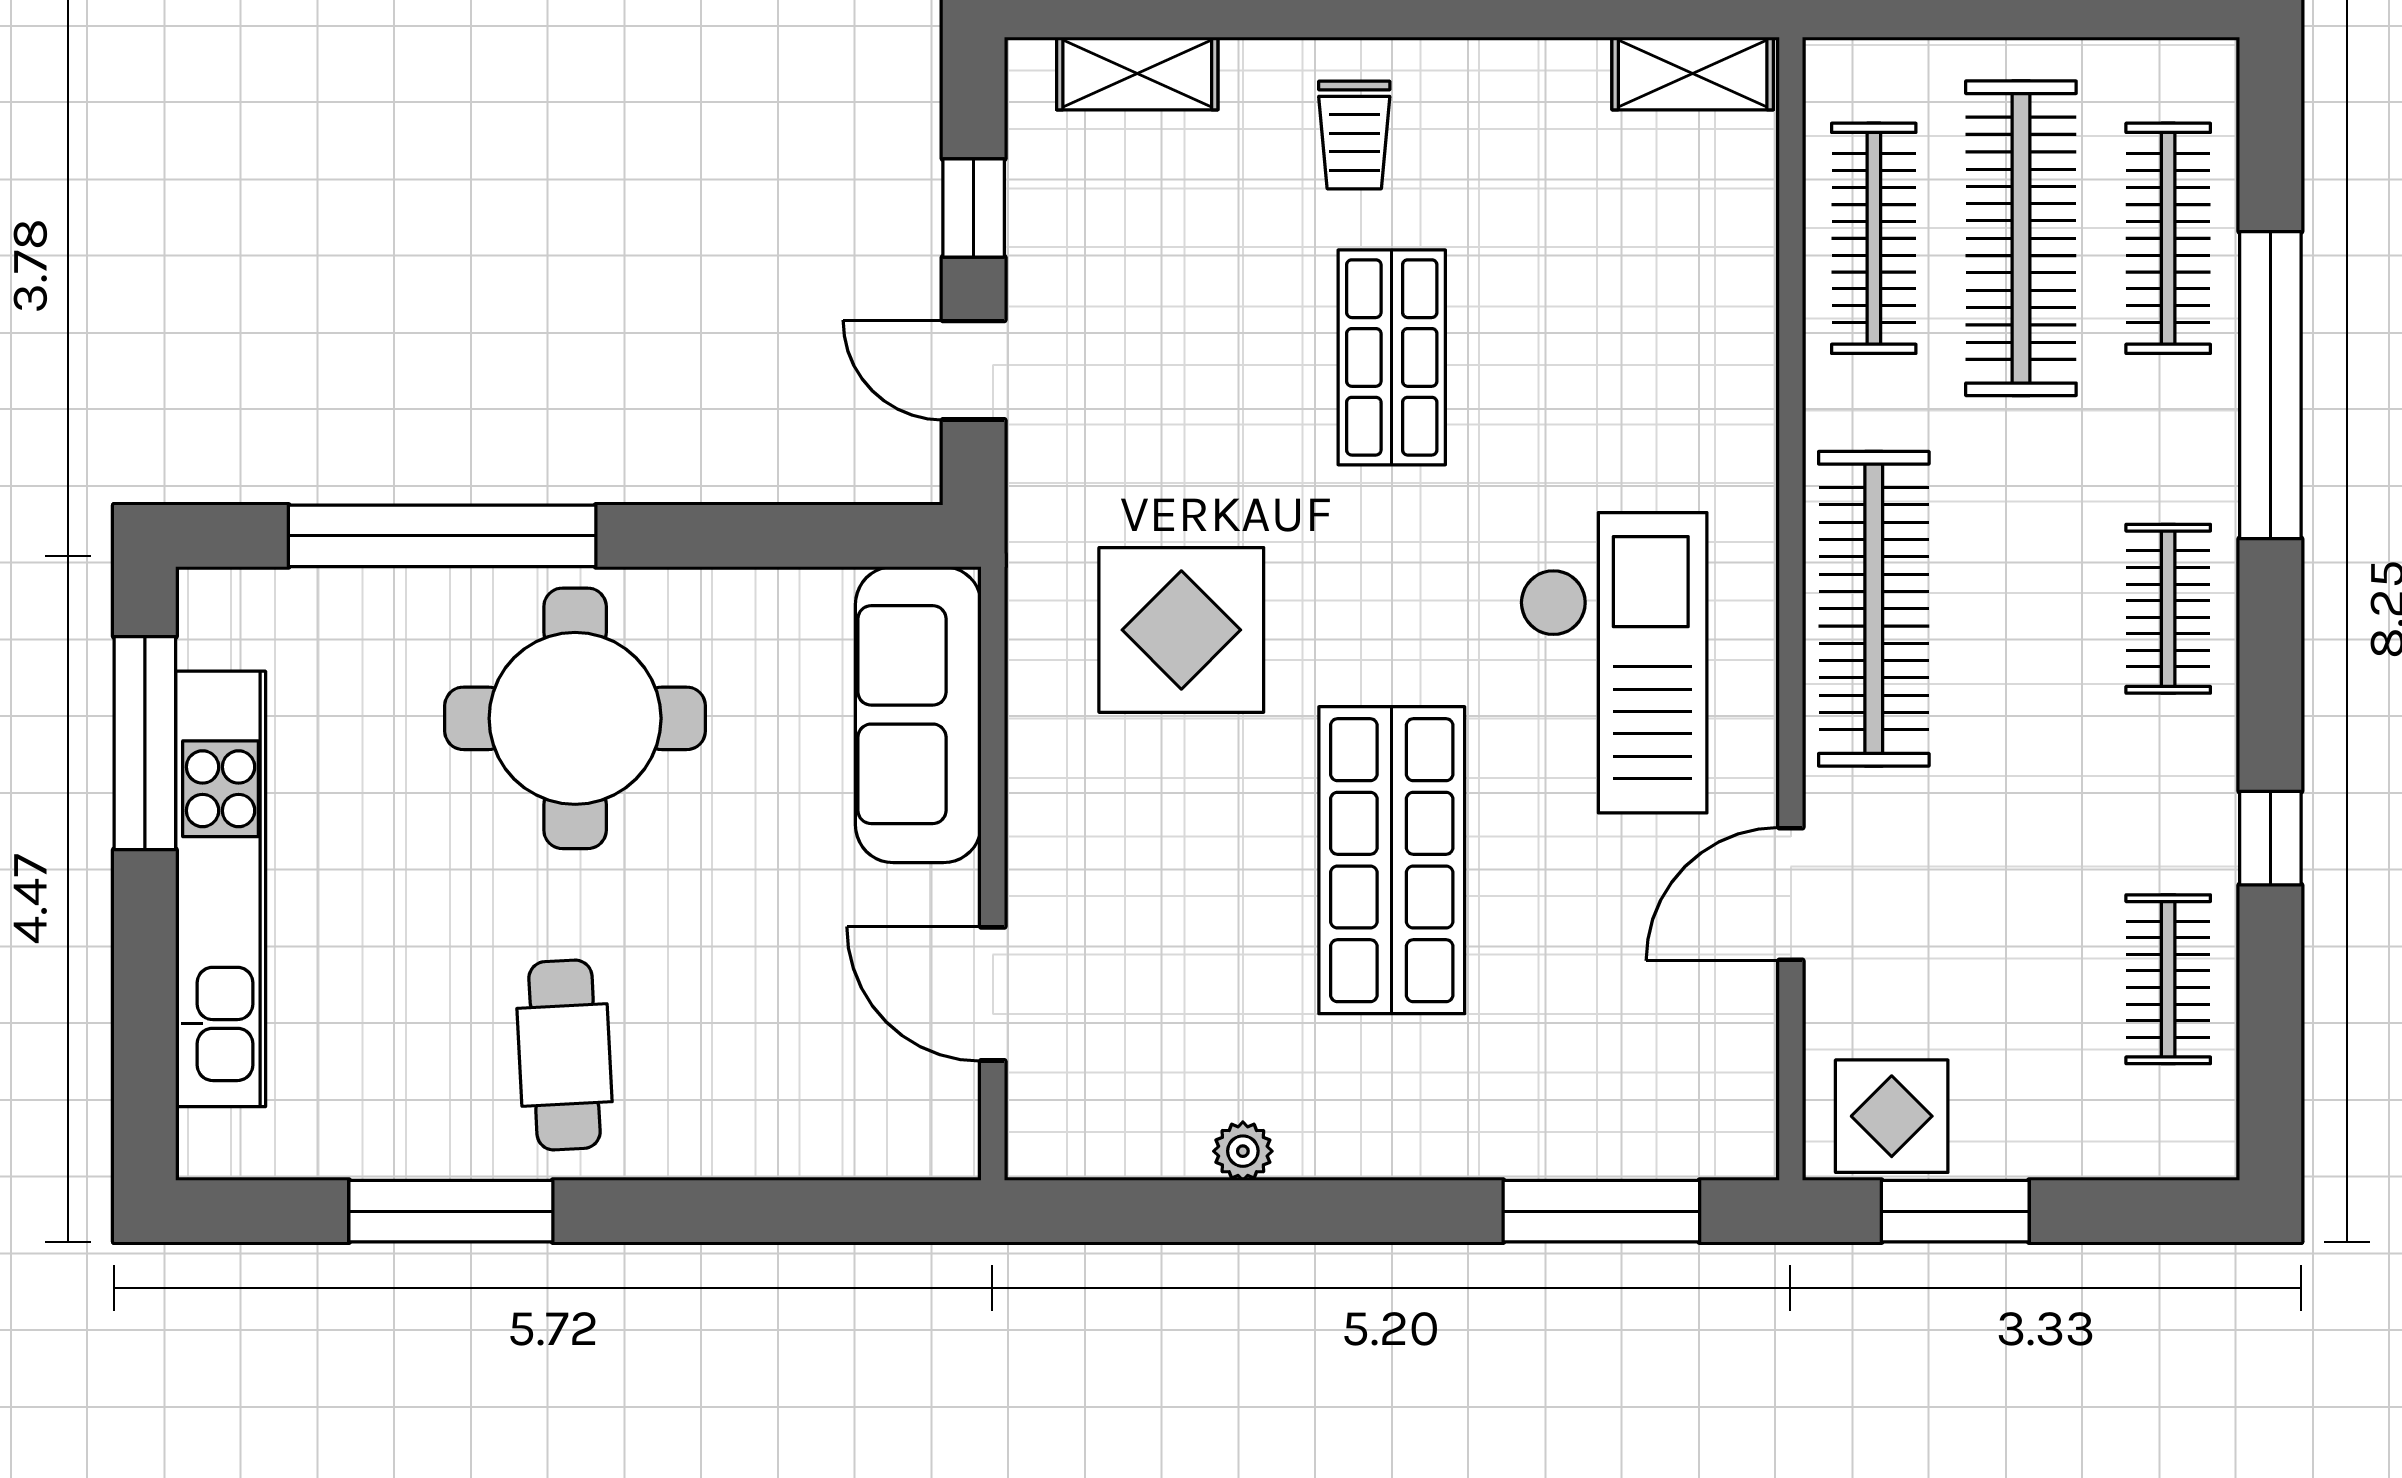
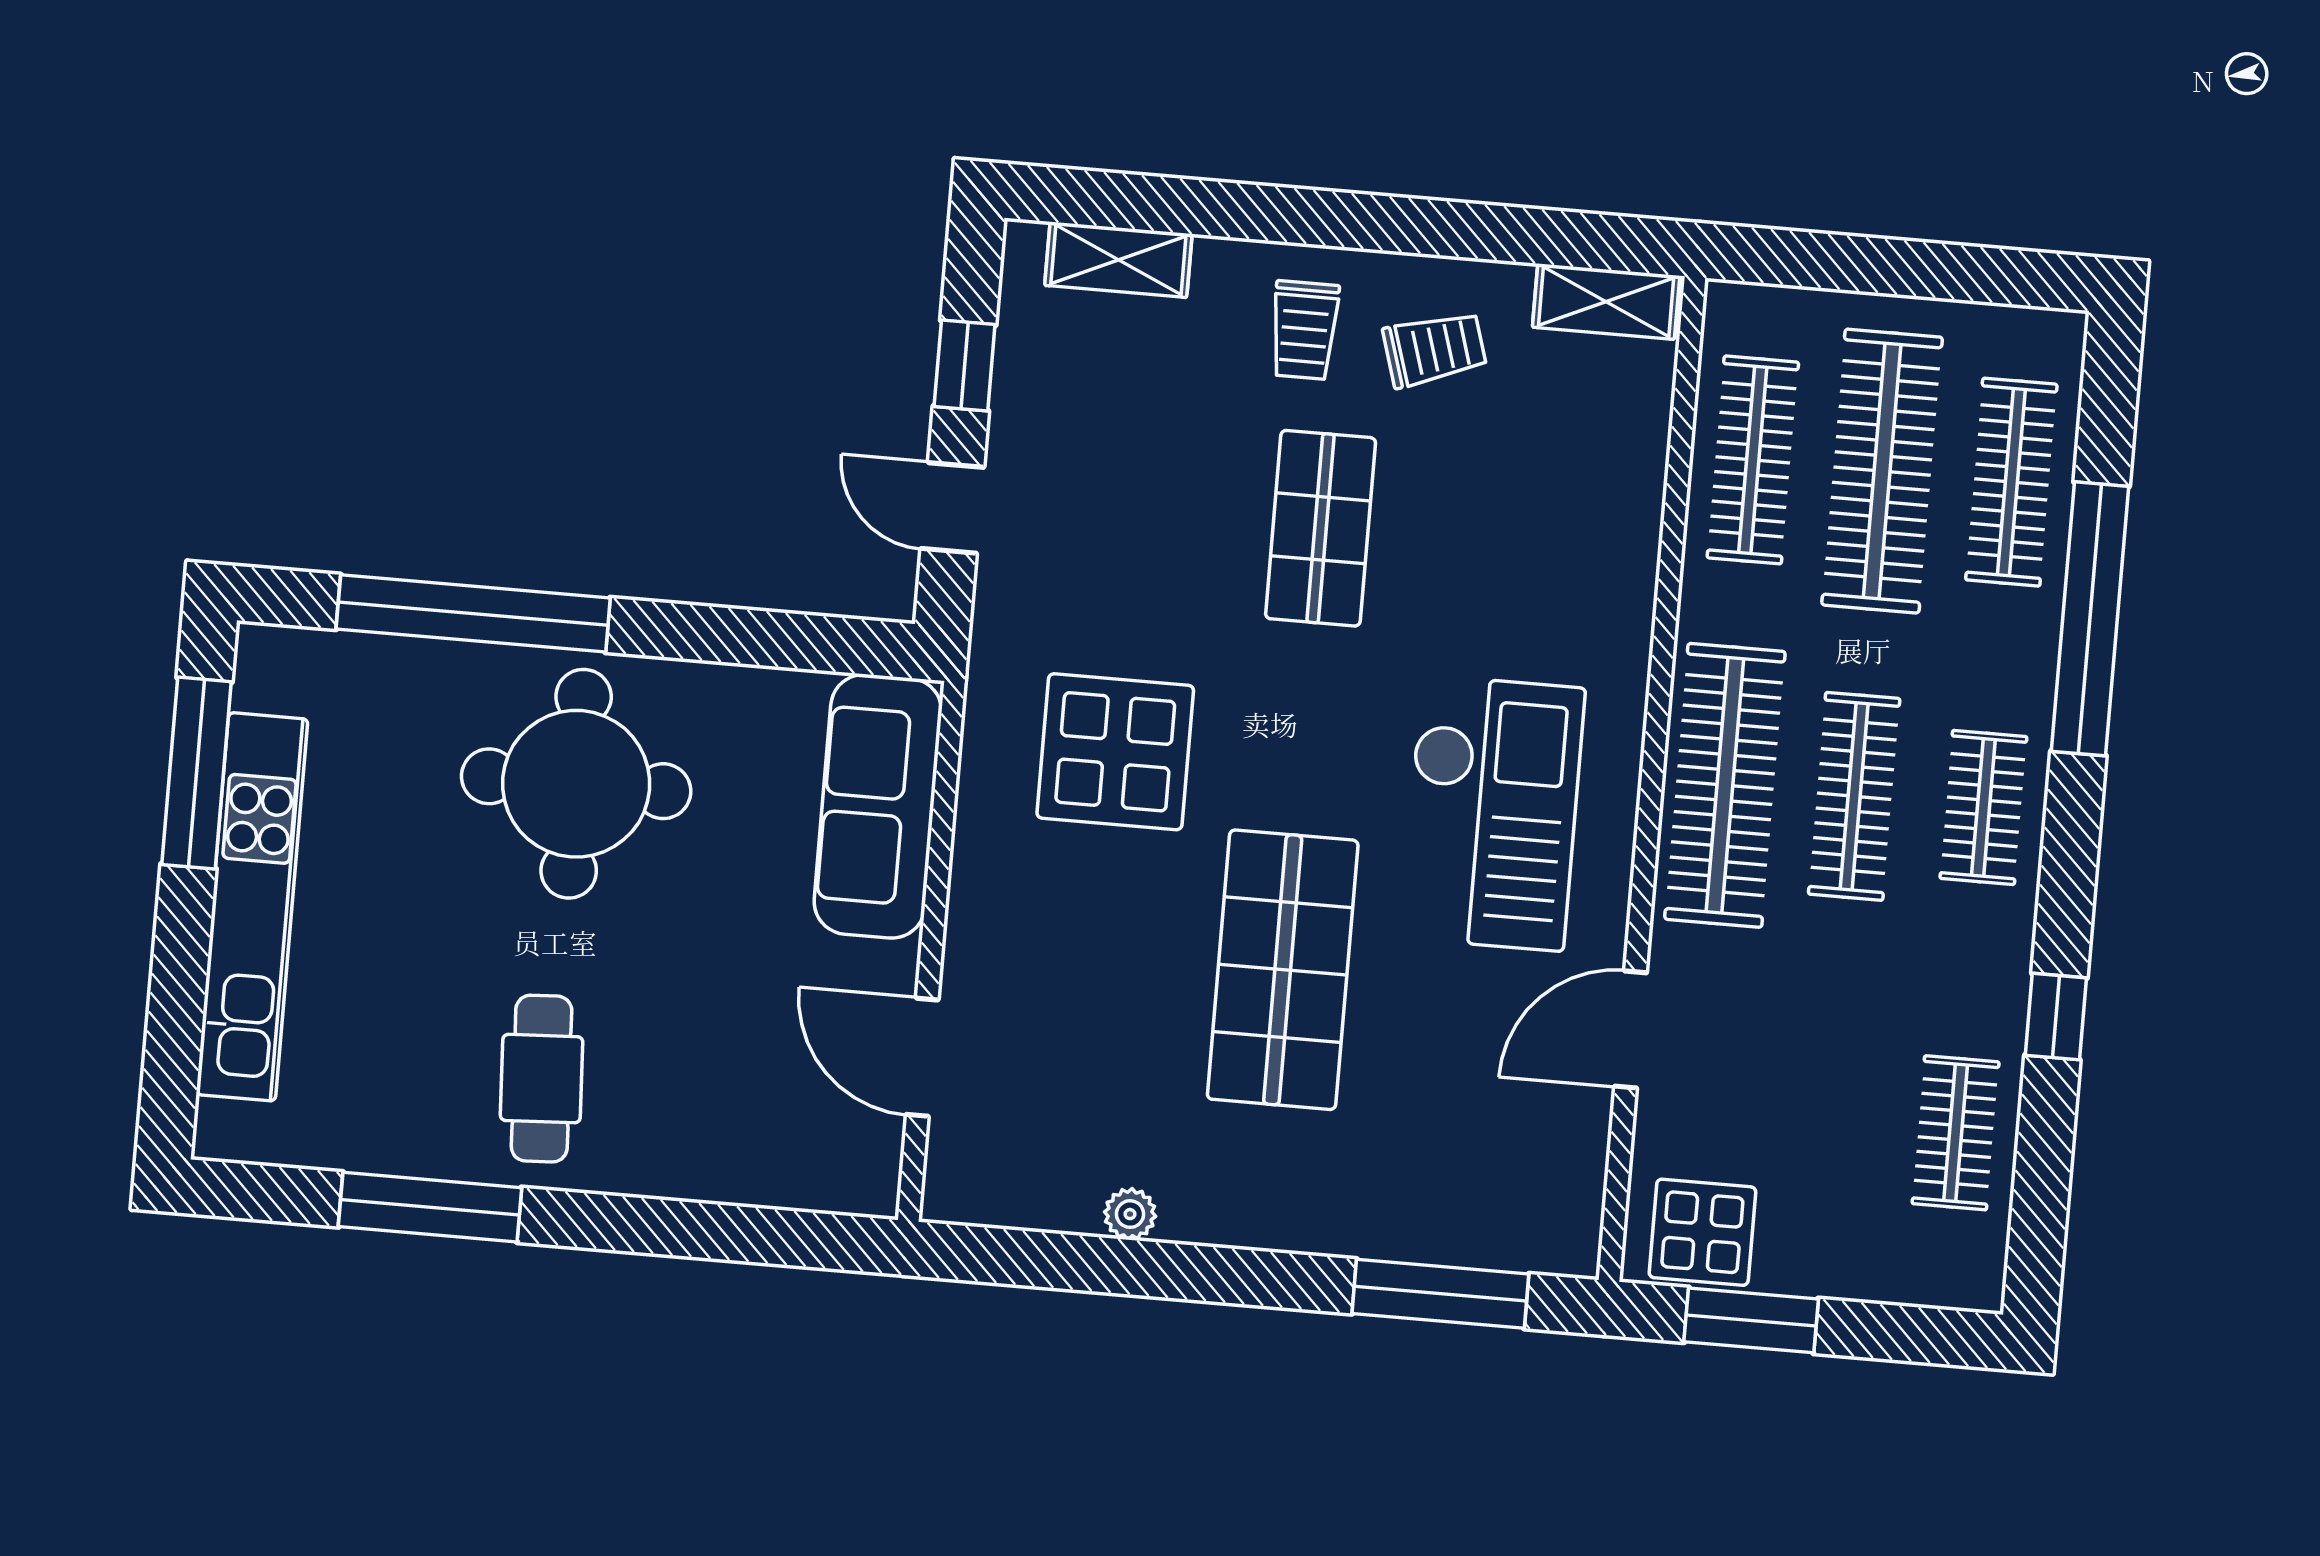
trolley: (1503, 144) -> (1435, 349), added
clothes rail: (2021, 609) -> (1854, 796), added

